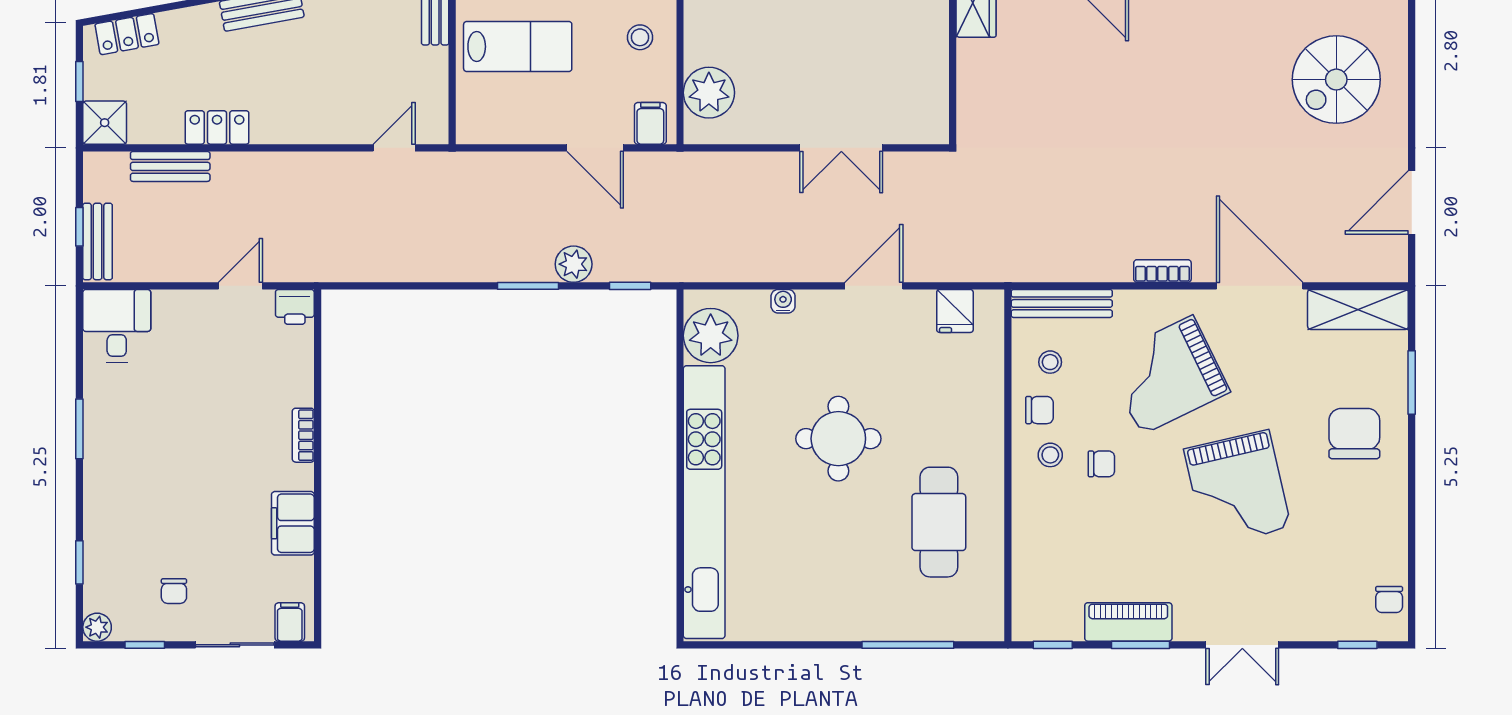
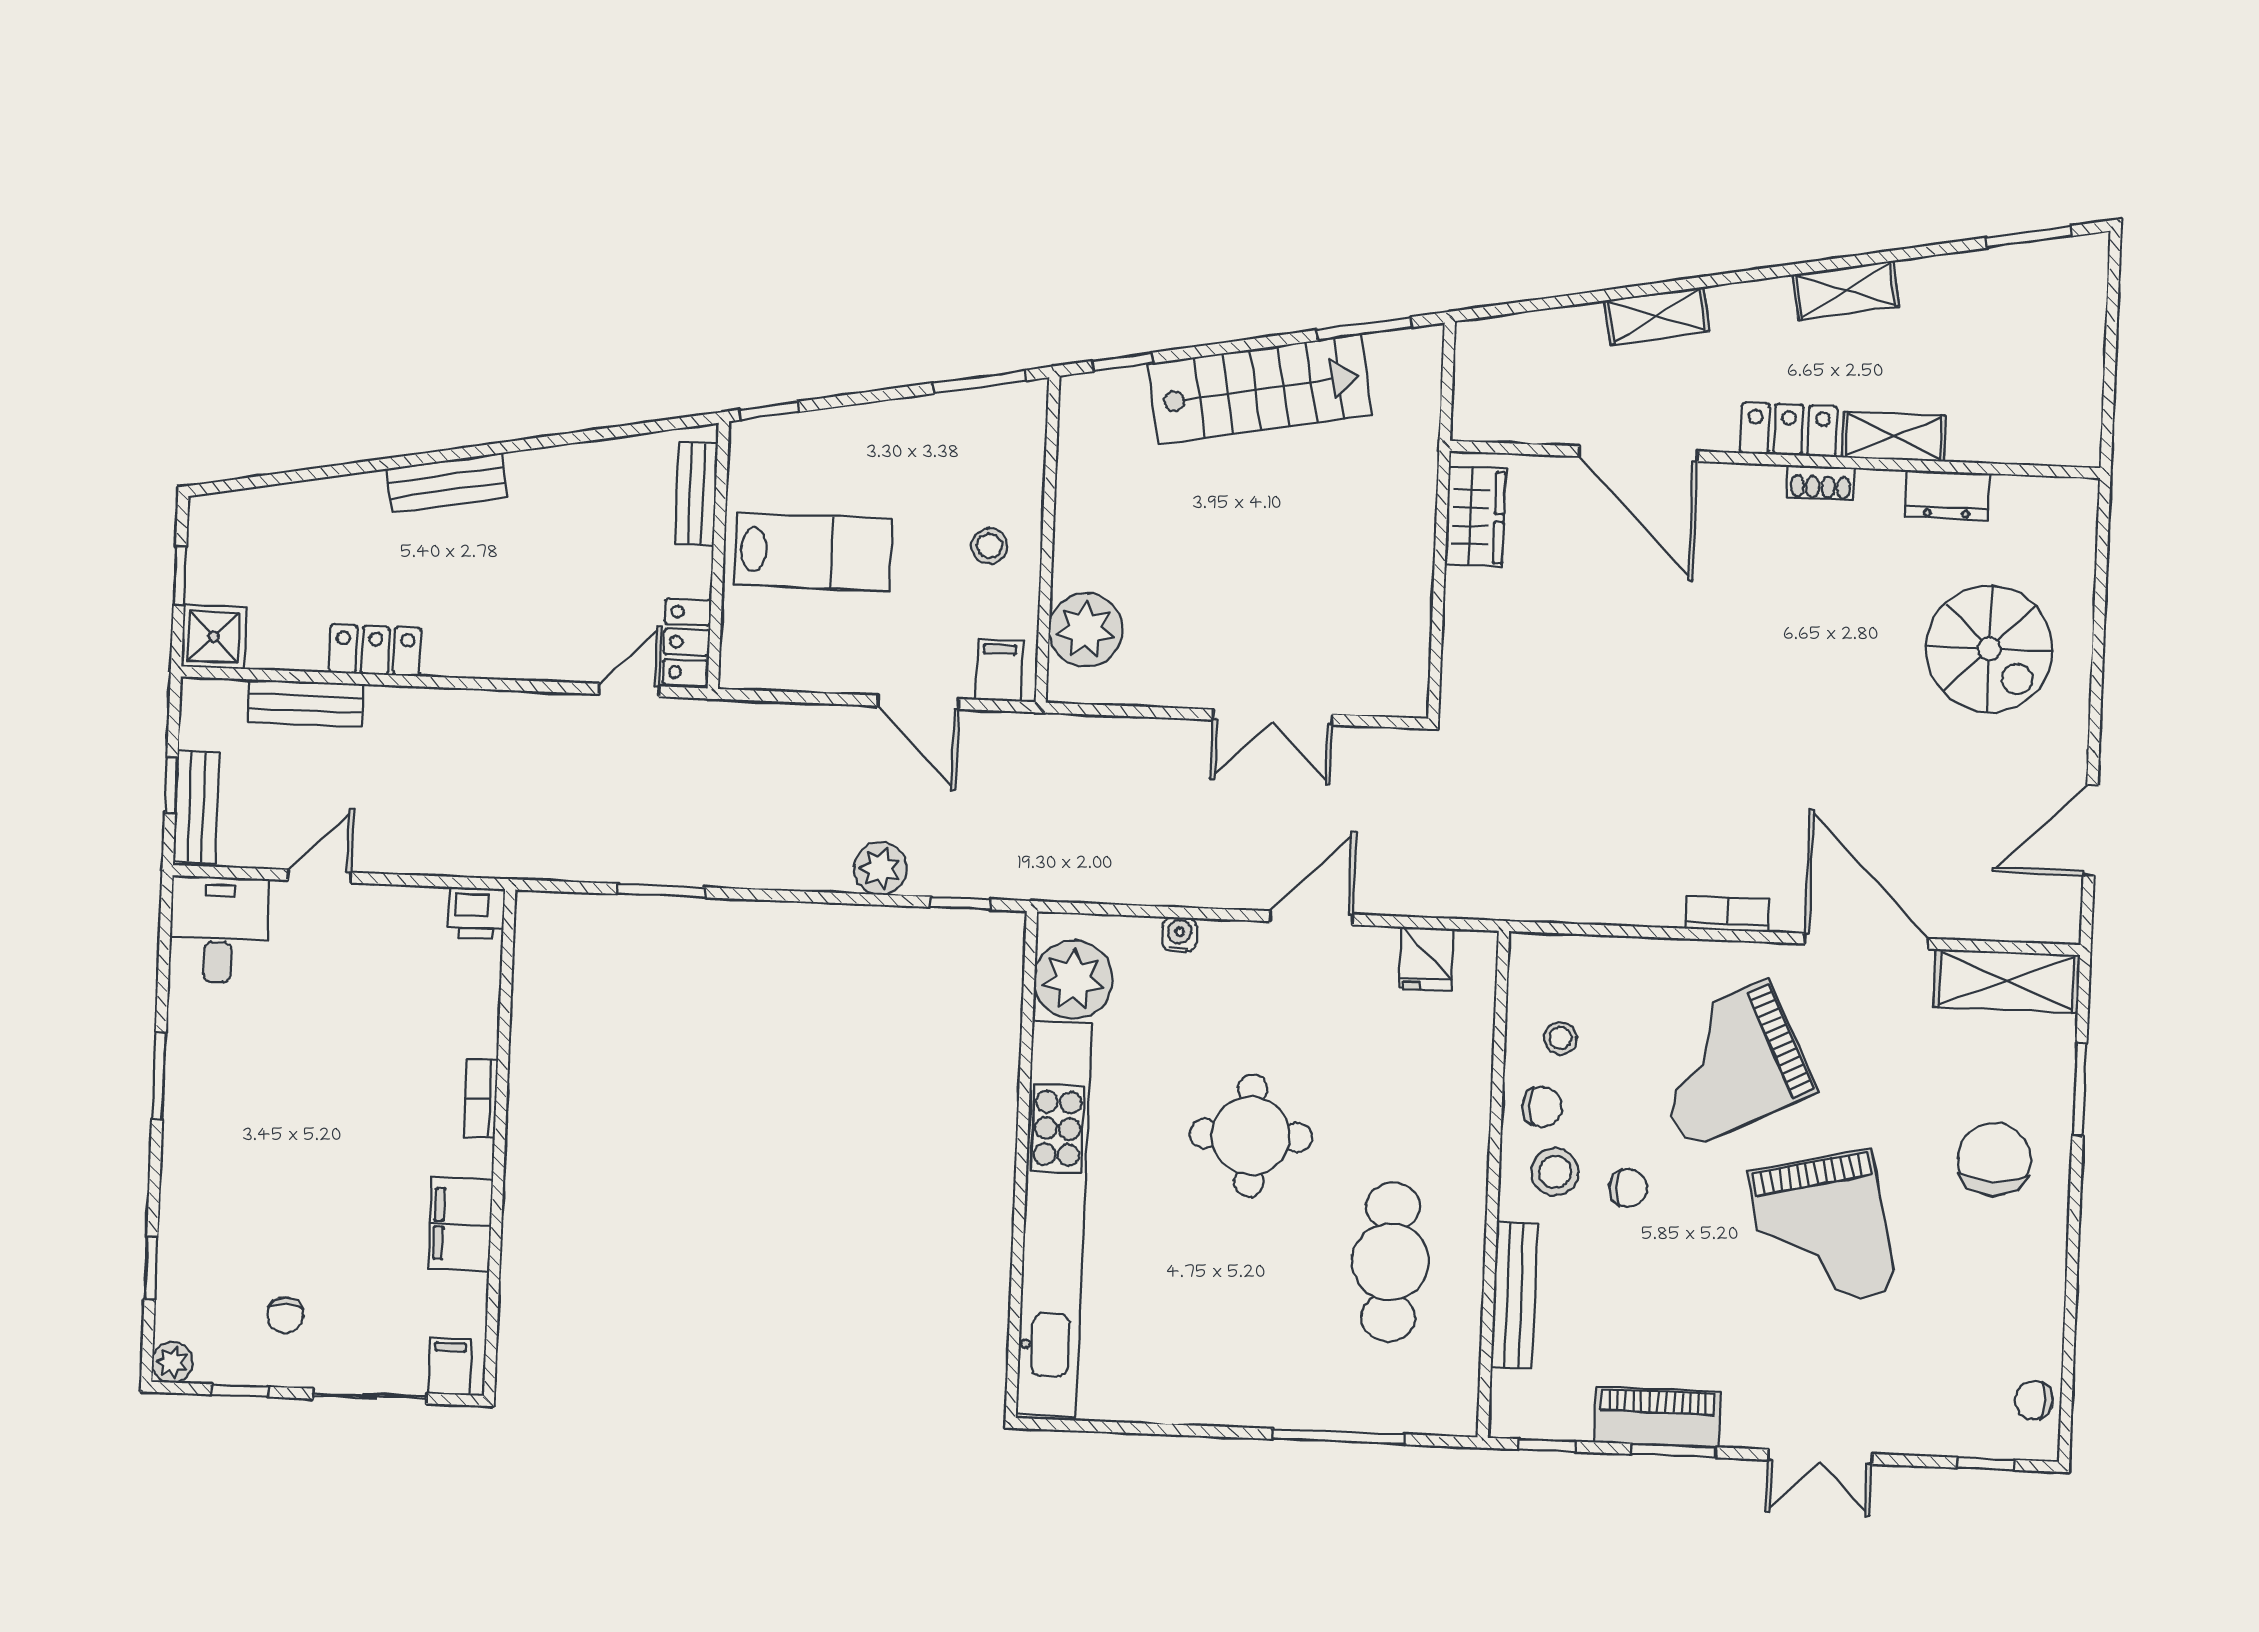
locker: (127, 34) -> (687, 642), moved, turned 100
spiral stairs: (1336, 80) -> (1989, 649), turned -90
door: (240, 286) -> (319, 876), moved
window: (528, 286) -> (661, 891), moved
bench: (1062, 303) -> (1514, 1295), moved, turned 90
stool: (1050, 455) -> (1555, 1172), width x1.37, depth x1.37
chair: (1389, 600) -> (2034, 1400), turned 90

